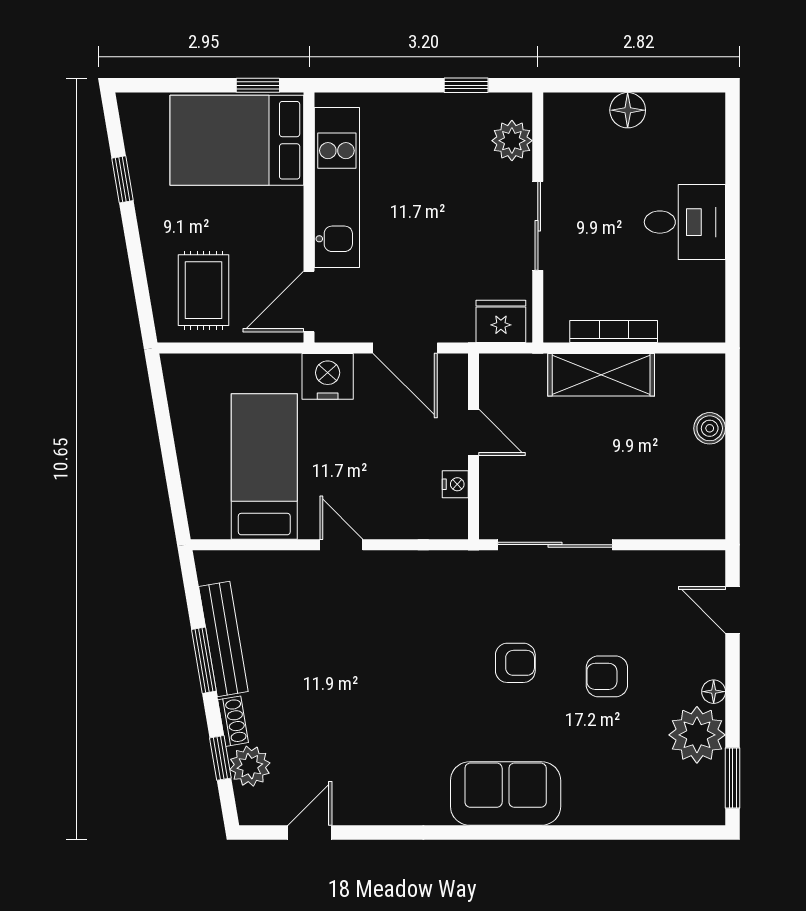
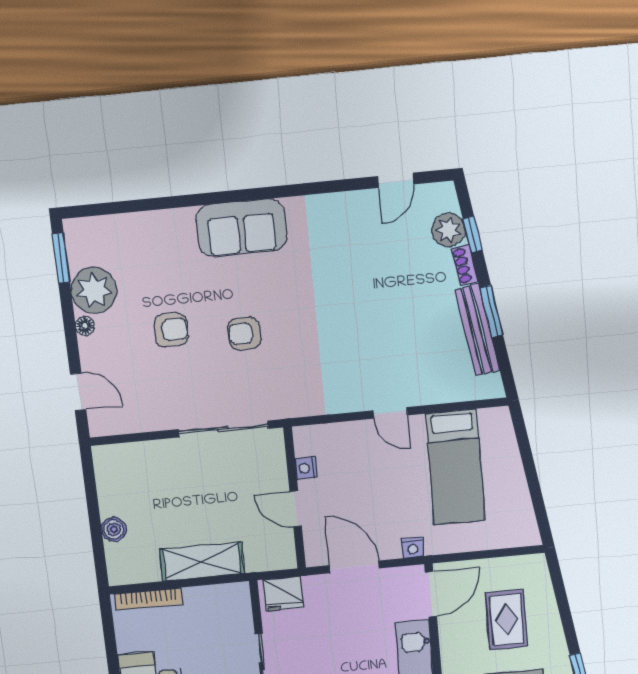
rug: (204, 290) -> (507, 620), moved
bookcase: (614, 331) -> (149, 599), moved
nightstand: (328, 376) -> (413, 548), width x0.53, depth x0.56

